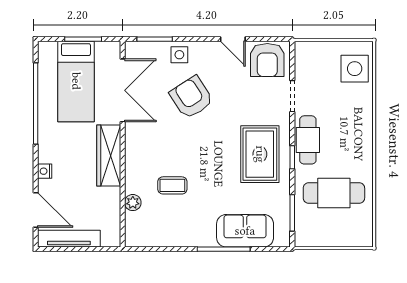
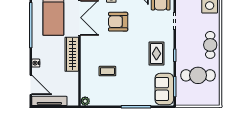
armchair: (191, 97) -> (118, 22), turned -57
cafe table: (308, 140) -> (210, 45), moved
rug: (260, 154) -> (156, 54), width x0.73, depth x0.70
plant: (133, 203) -> (85, 101), moved
sofa: (245, 231) -> (164, 89), moved, turned -90

